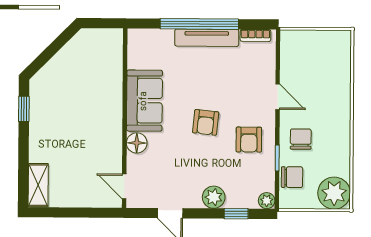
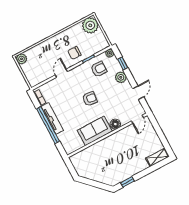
plant: (341, 41) -> (22, 59), added
armchair: (249, 140) -> (99, 69), moved
chair: (292, 177) -> (93, 48), removed

